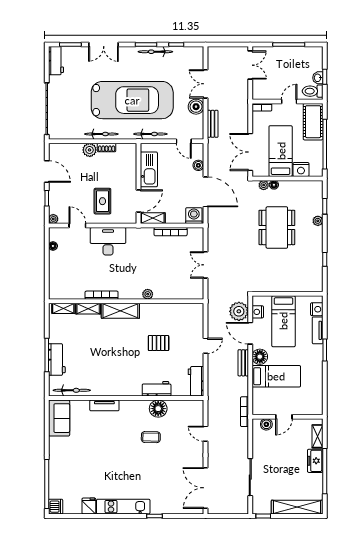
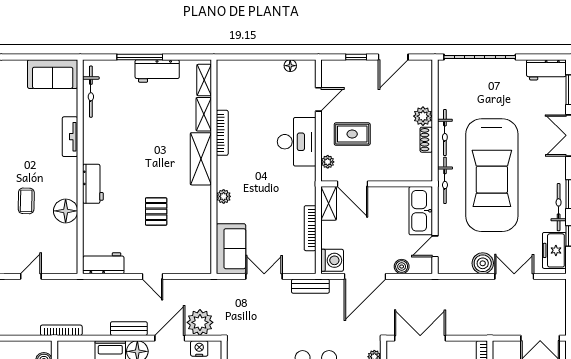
freezer: (187, 55) -> (554, 250), added
bench: (213, 124) -> (310, 286), moved
bicycle: (150, 134) -> (445, 180), moved
kitchen sink: (149, 169) -> (421, 211), moved, turned 90
plant: (53, 219) -> (328, 162), moved
sofa: (185, 289) -> (231, 249), added
workbench: (57, 359) -> (157, 71), moved
workbench: (157, 389) -> (93, 184), moved

